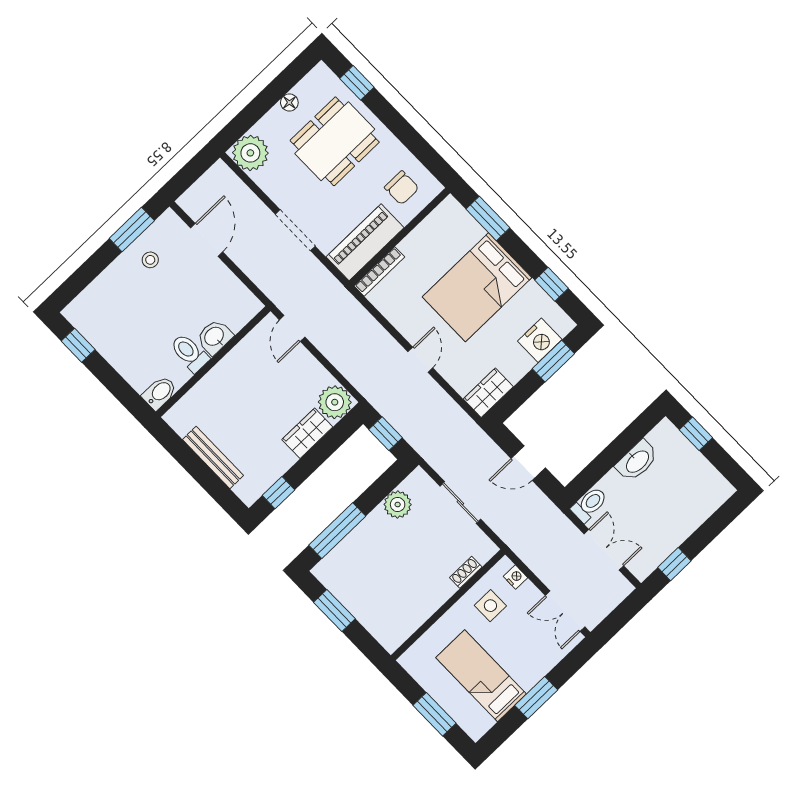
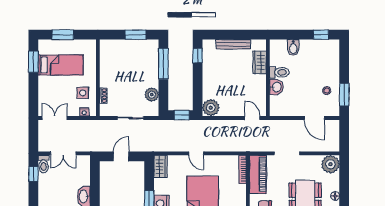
bidet: (160, 393) -> (293, 48), moved
wardrobe: (307, 433) -> (260, 62), moved, turned 180
toilet: (589, 504) -> (44, 164), moved
window: (536, 698) -> (33, 62), moved

